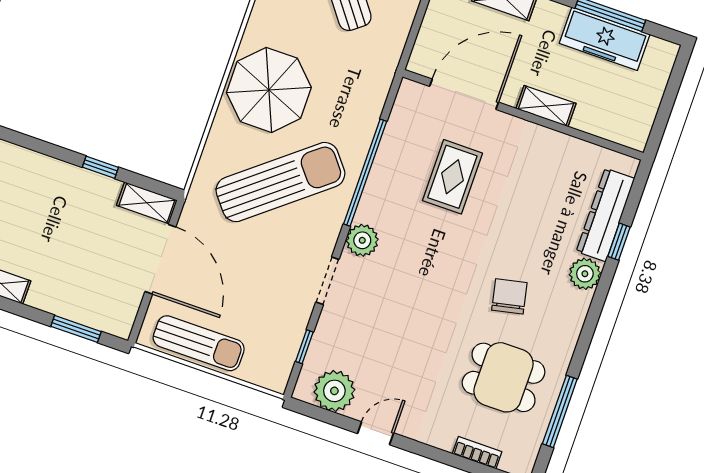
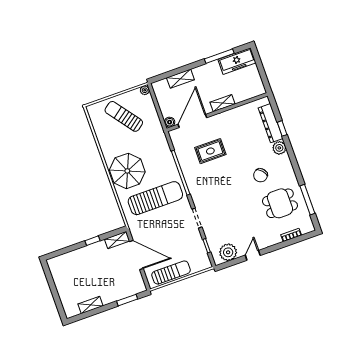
freezer: (605, 39) -> (237, 61), moved
boiler: (420, 62) -> (170, 122), added
rug: (452, 177) -> (210, 151), turned 90
sun lounger: (280, 182) -> (155, 198), turned 39
plant: (362, 240) -> (198, 196), removed
chair: (509, 296) -> (261, 175), turned -120

